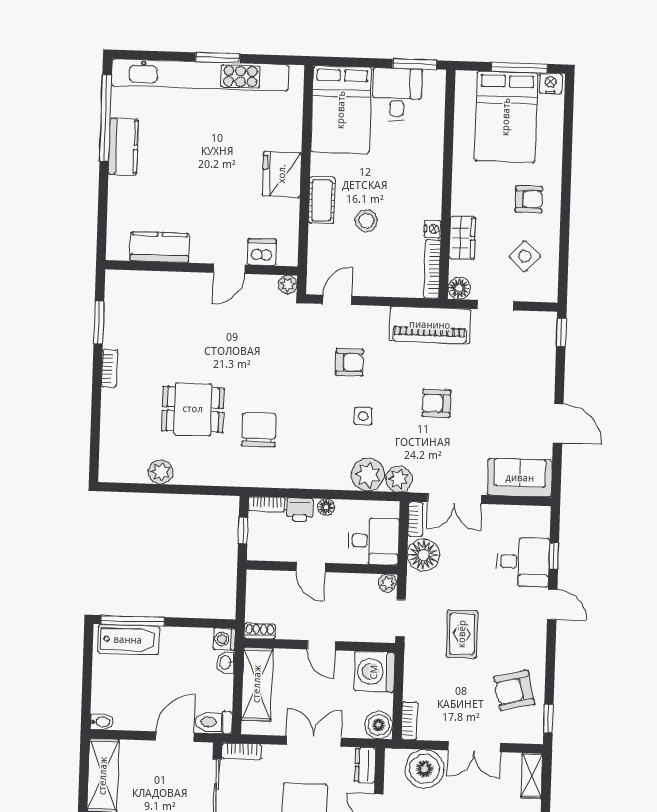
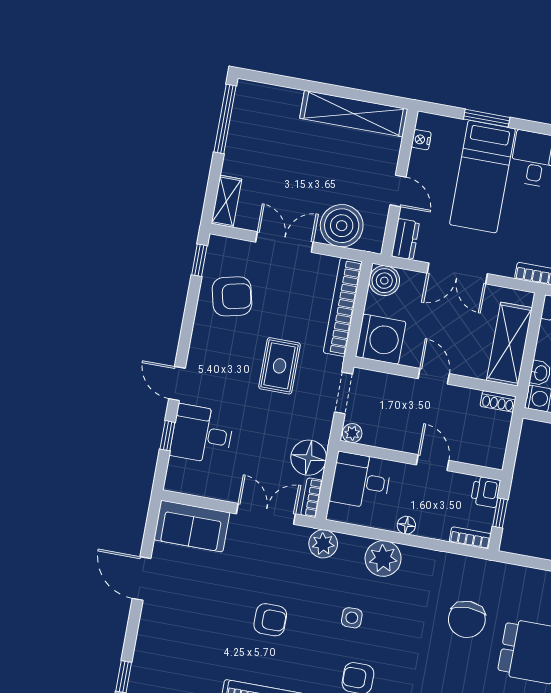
plant: (368, 475) -> (383, 559), moved
printer: (300, 510) -> (486, 492), moved, turned -90
bookcase: (409, 721) -> (343, 307), width x2.31, depth x1.31

